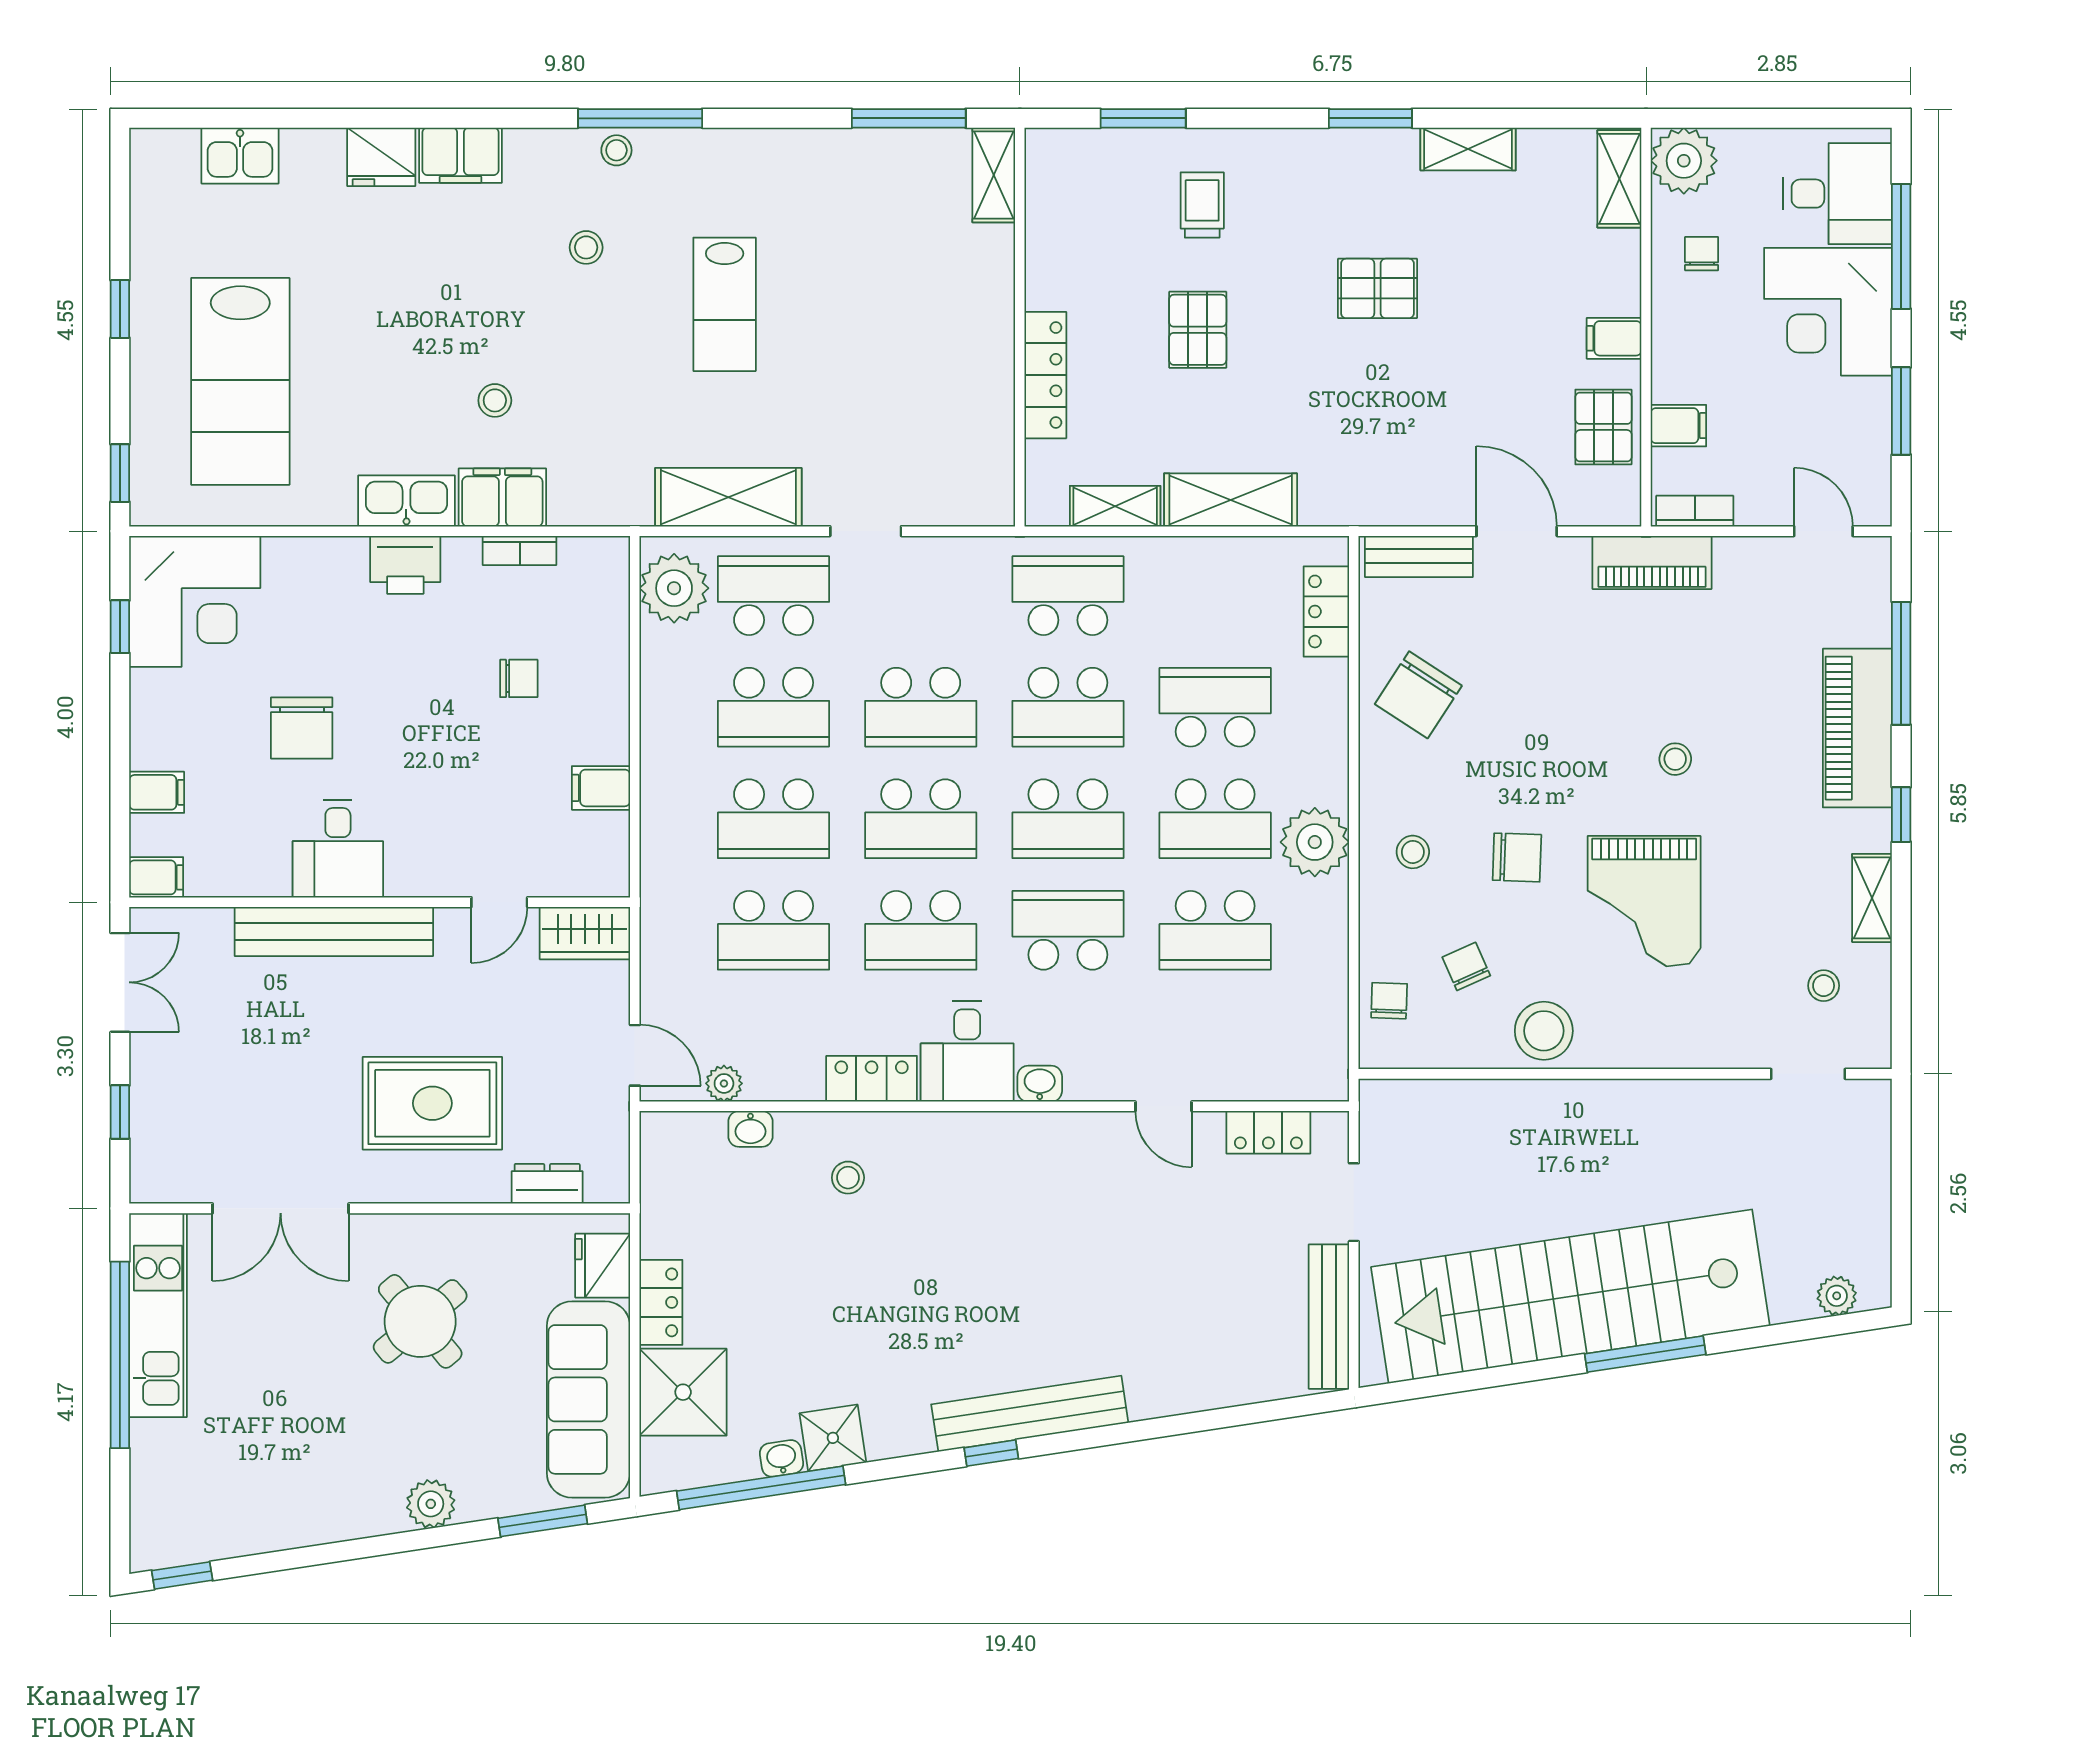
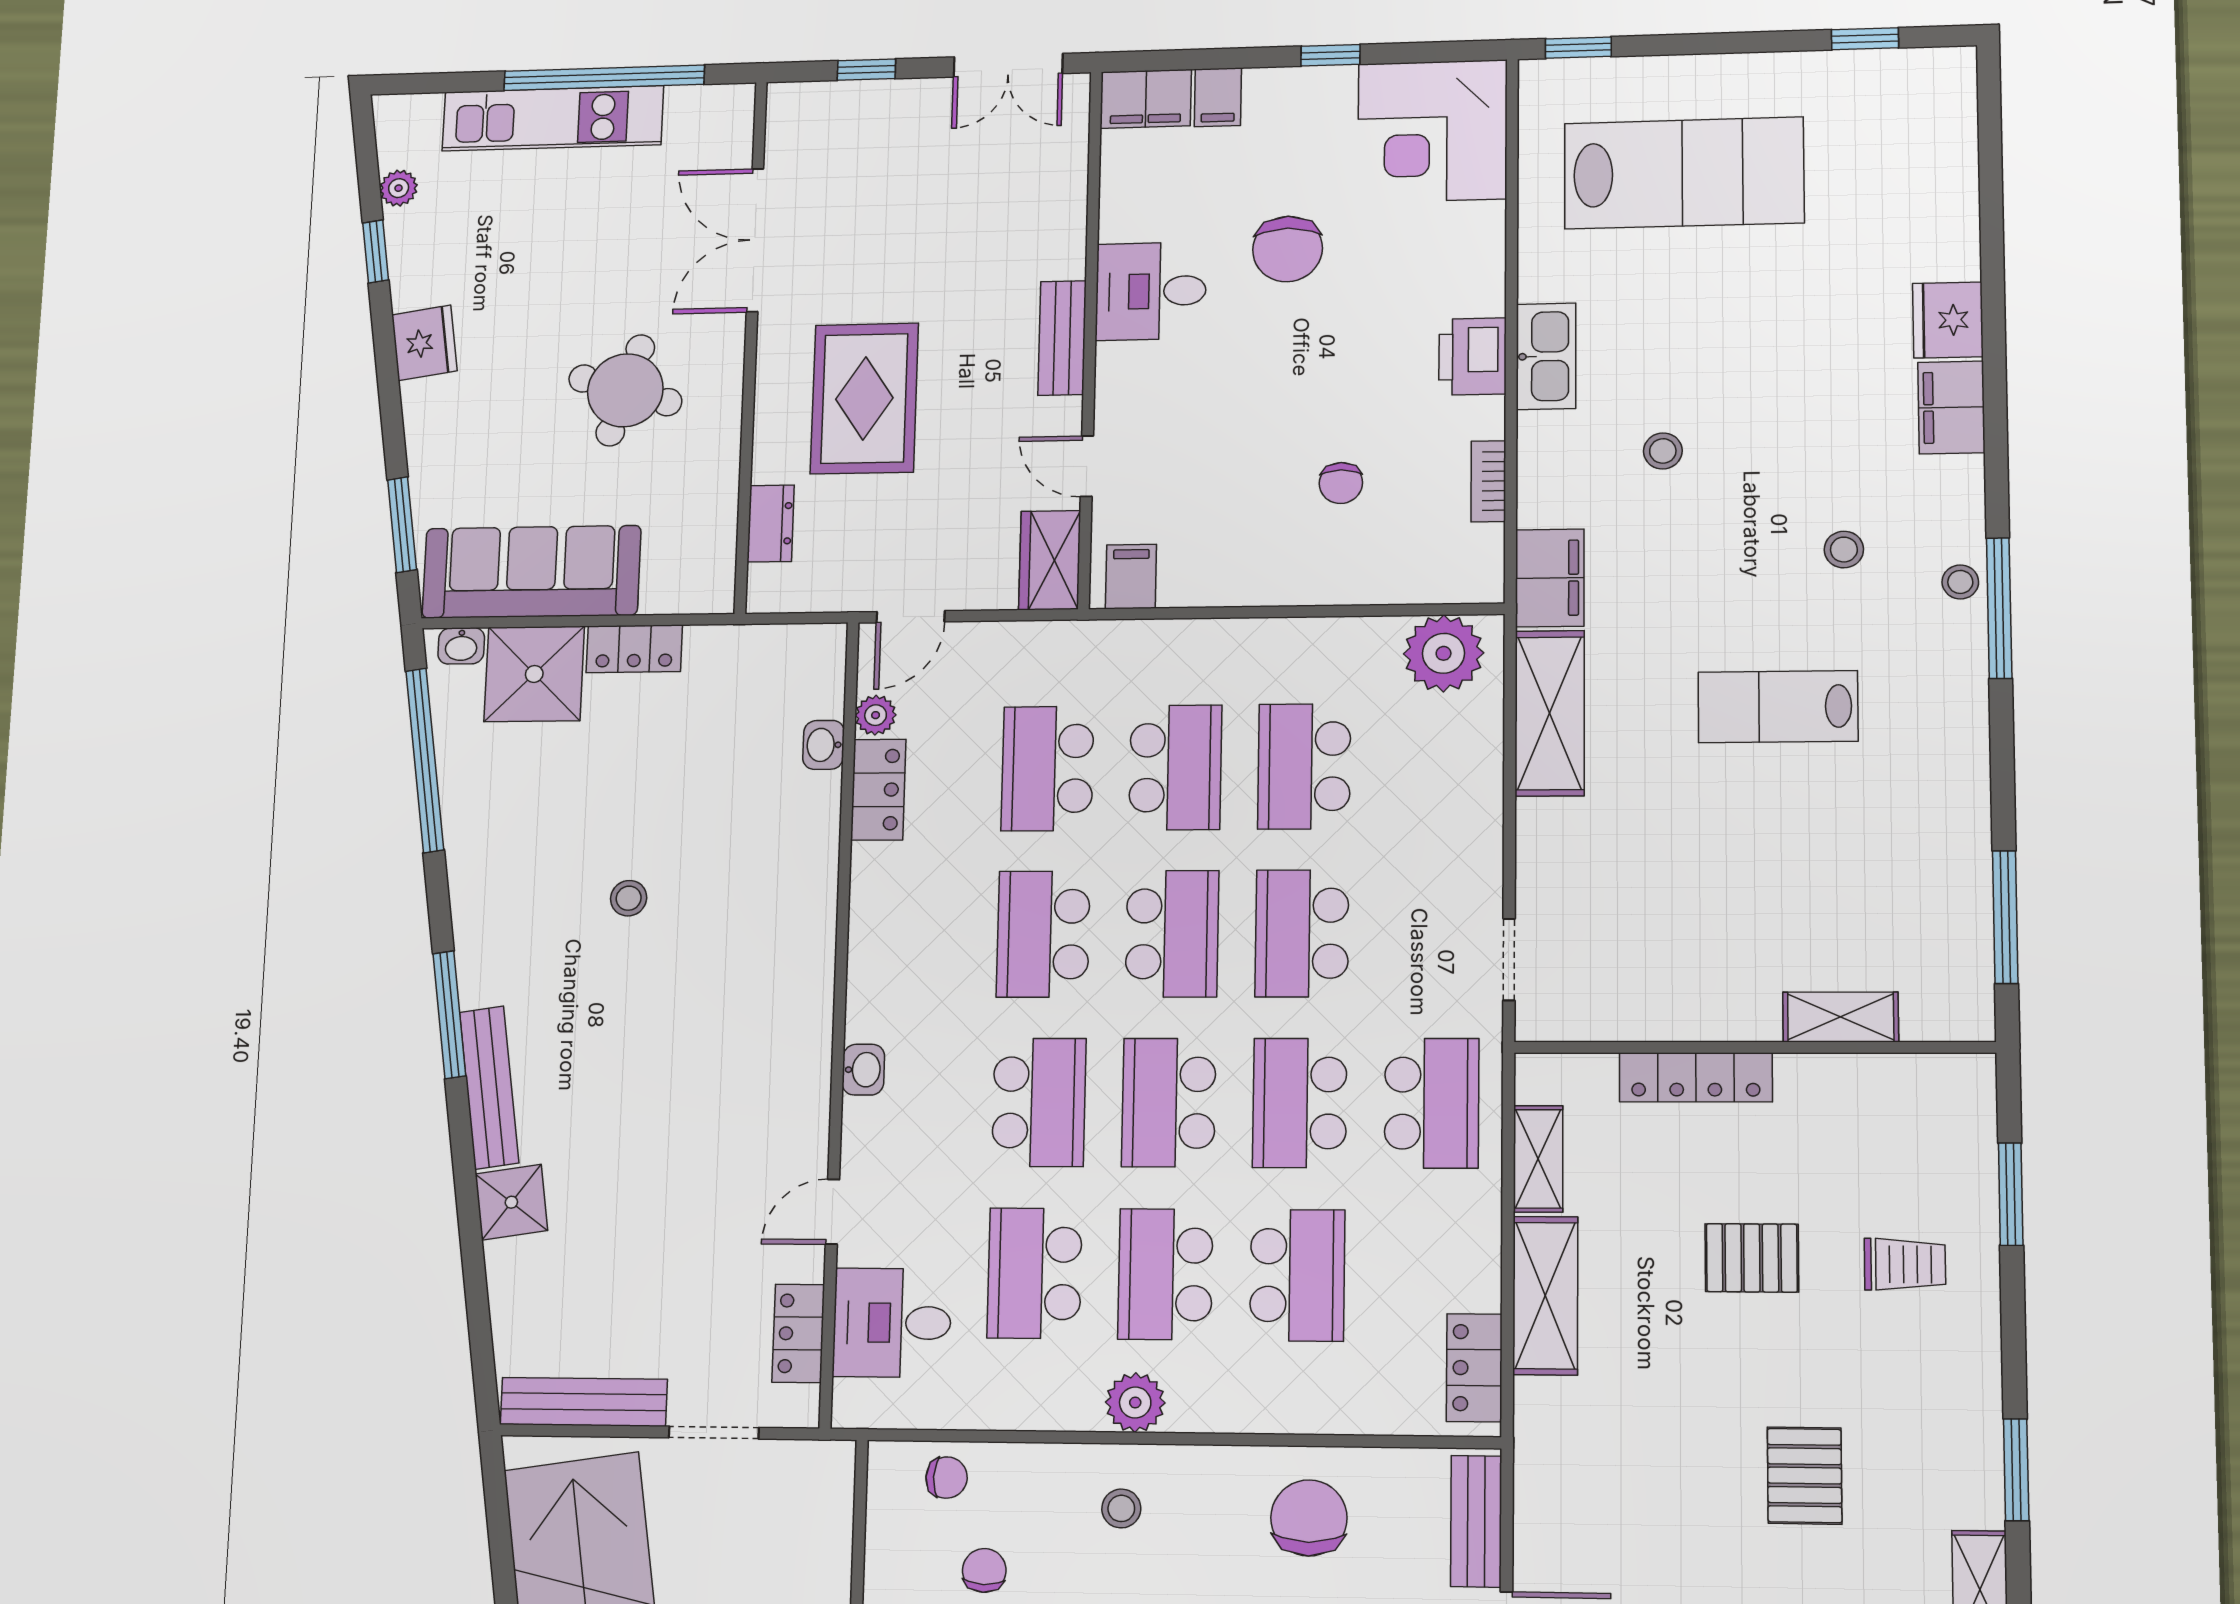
kitchen sink: (240, 156) -> (1947, 166), removed
shelving: (994, 175) -> (1841, 1017), moved
window: (120, 309) -> (1865, 39), moved
lab bench: (240, 381) -> (1684, 173), turned 180
filing cabinet: (502, 497) -> (1550, 578), moved
doorway: (866, 531) -> (1509, 960), moved
school desk: (774, 596) -> (1434, 765), removed
locker: (1326, 611) -> (1474, 1368), moved, turned -90
window: (120, 627) -> (1330, 55), moved
chair: (1418, 695) -> (1309, 1518), turned 57
chair: (302, 728) -> (1288, 249), turned -90
filing cabinet: (601, 788) -> (1131, 577), moved
school desk: (774, 819) -> (1175, 767), turned 180
school desk: (921, 819) -> (1172, 934), turned 180
plant: (1315, 842) -> (1135, 1403), width x0.73, depth x0.73
filing cabinet: (156, 877) -> (1146, 99), width x2.00
bench: (334, 932) -> (1062, 338), width x0.54, depth x0.82
chair: (1466, 966) -> (984, 1570), turned -64
desk: (967, 1052) -> (892, 1323), moved
locker: (872, 1079) -> (878, 790), moved
stool: (848, 1178) -> (629, 898), moved
fridge: (603, 1266) -> (424, 343), moved, turned 81
kitchen unit: (158, 1315) -> (553, 118), moved
round table: (420, 1321) -> (625, 390), turned -33
bench: (1030, 1414) -> (489, 1087), width x0.73, depth x0.82
shower: (833, 1438) -> (511, 1202), moved
window: (991, 1453) -> (449, 1015), width x2.17
washbasin: (781, 1458) -> (461, 646), moved, turned 99
plant: (431, 1504) -> (399, 188), moved, width x0.73, depth x0.73
window: (182, 1575) -> (376, 251), moved

